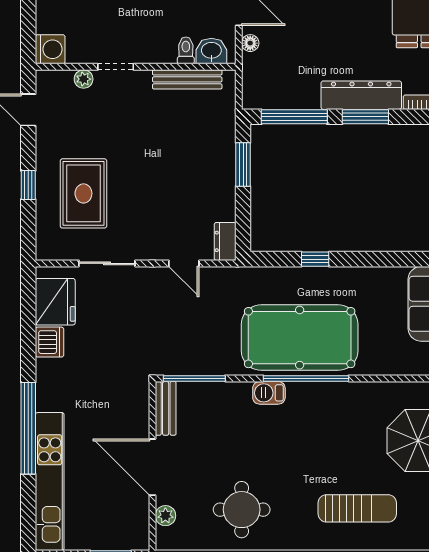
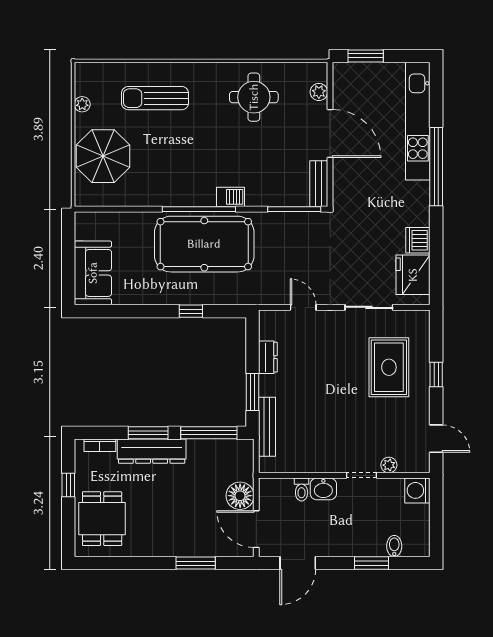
floor lamp: (250, 43) -> (240, 496), width x1.89, depth x1.89
washbasin: (211, 51) -> (323, 489), moved
bench: (187, 79) -> (267, 427), moved, turned 90
dresser: (225, 241) -> (268, 357), moved

